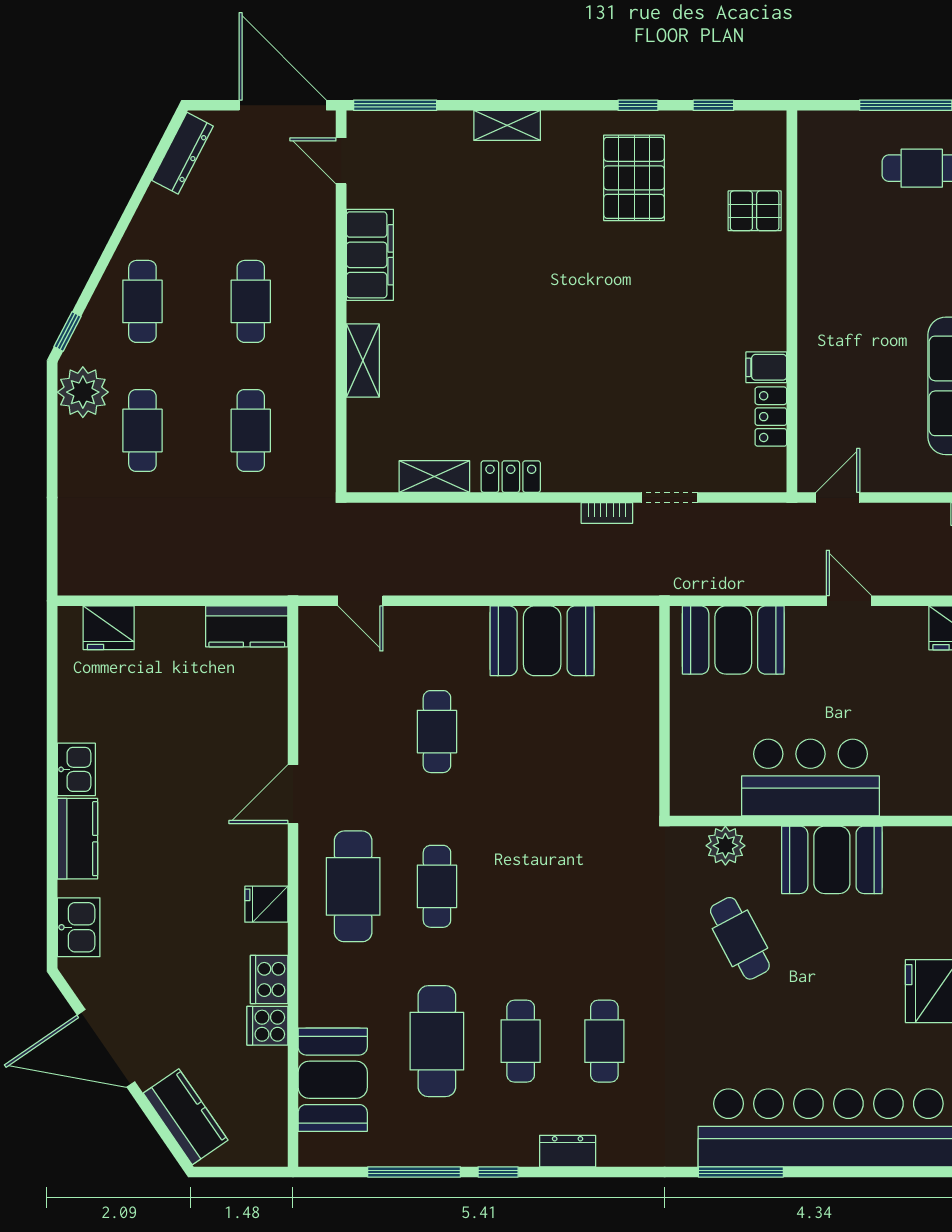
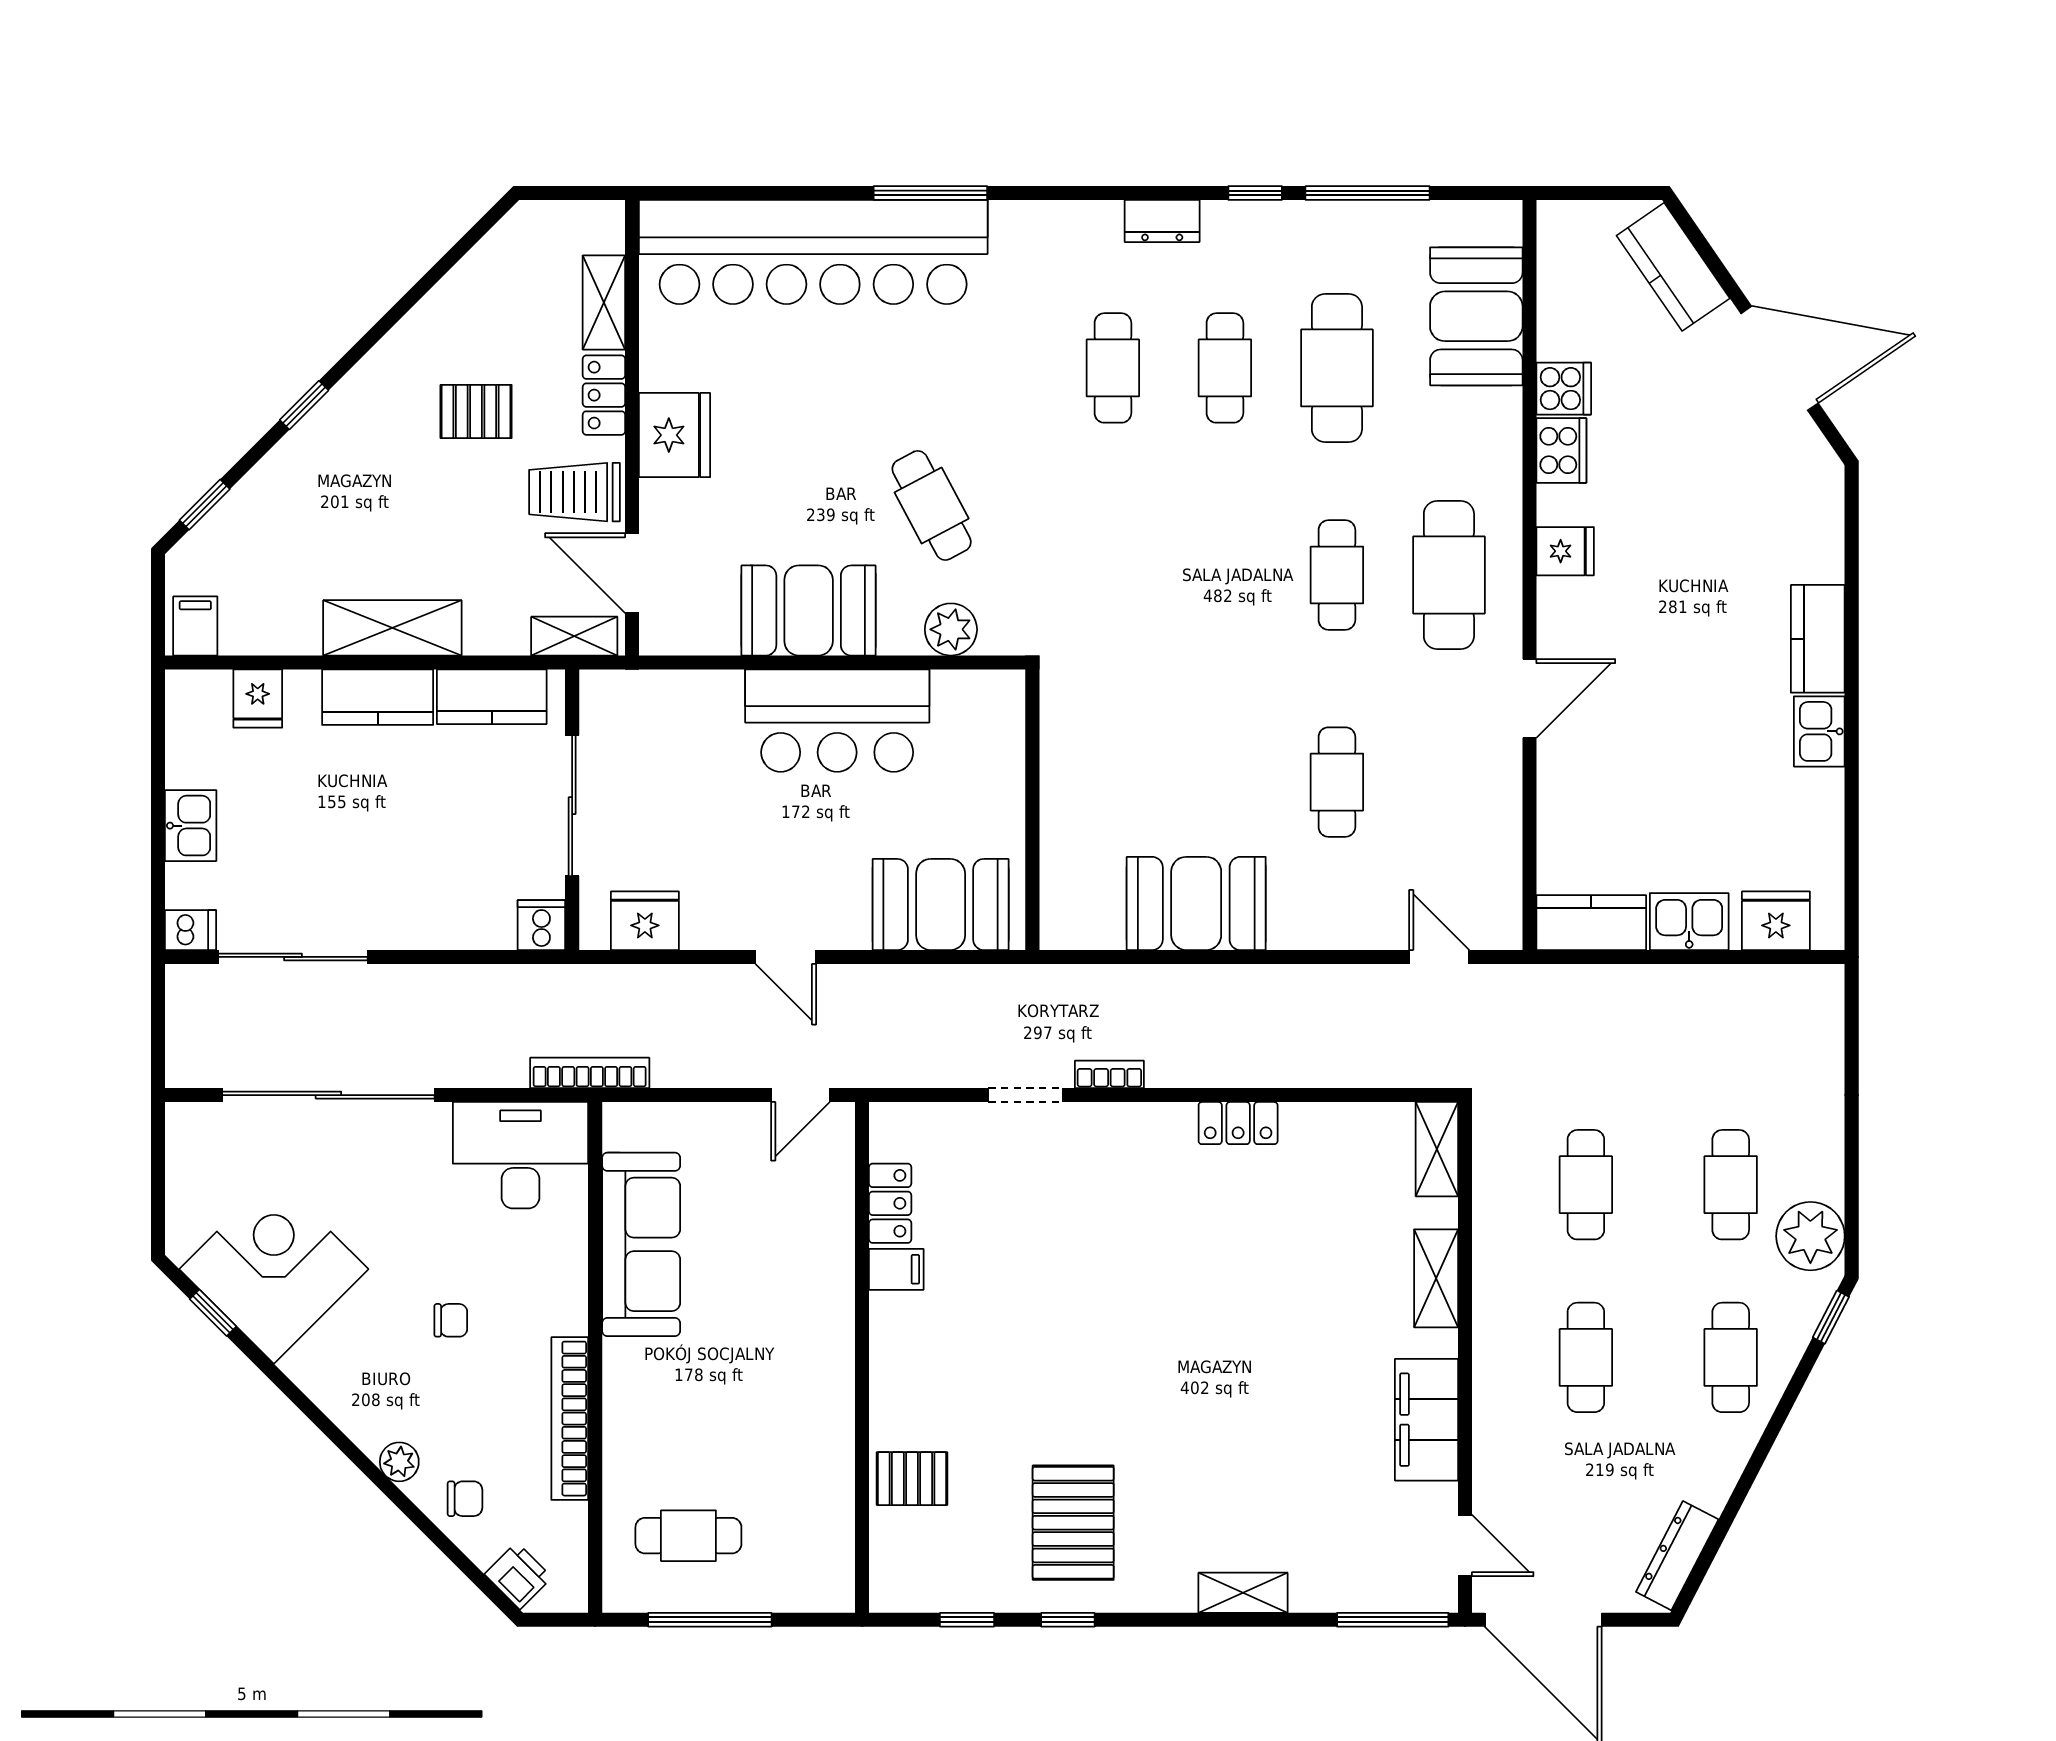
shelving: (434, 477) -> (1437, 1149), moved, turned 90
kitchen sink: (79, 927) -> (1689, 922), moved, turned 90

